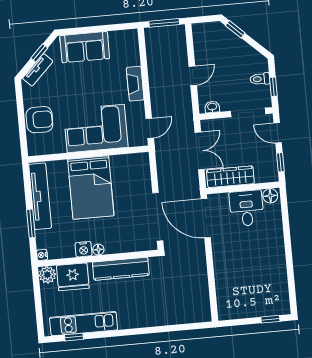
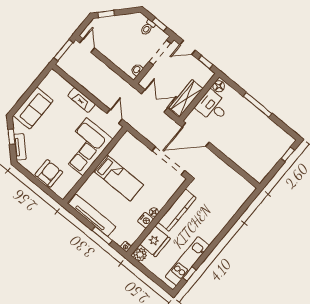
door: (193, 76) -> (87, 46), moved
bed: (91, 187) -> (118, 178), width x0.67
window: (288, 248) -> (258, 105), added

